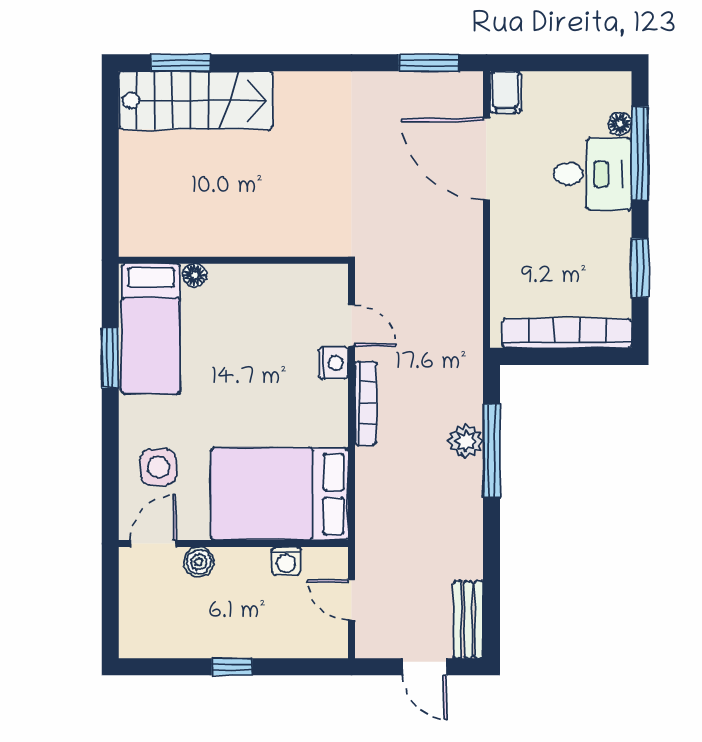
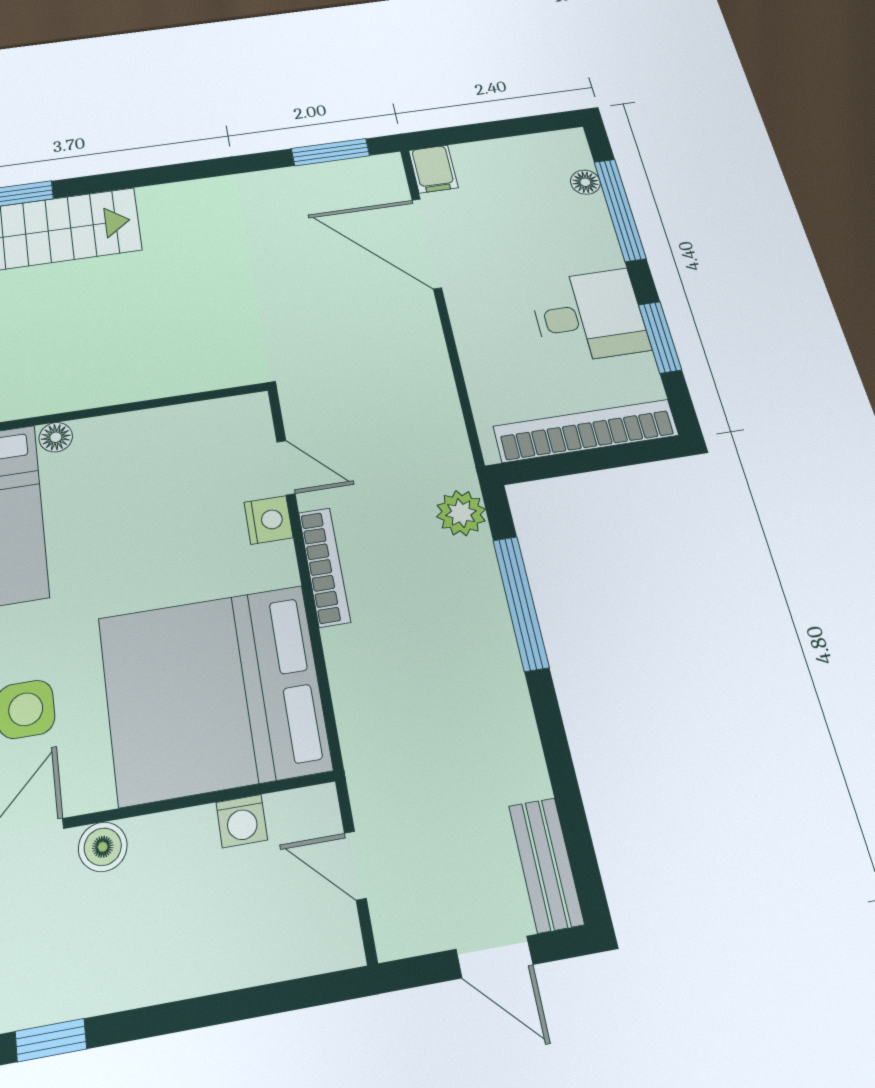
desk: (593, 174) -> (589, 316), moved
plant: (466, 441) -> (461, 513), moved
bed: (280, 494) -> (213, 693), width x1.36
window: (232, 667) -> (51, 1040), moved

